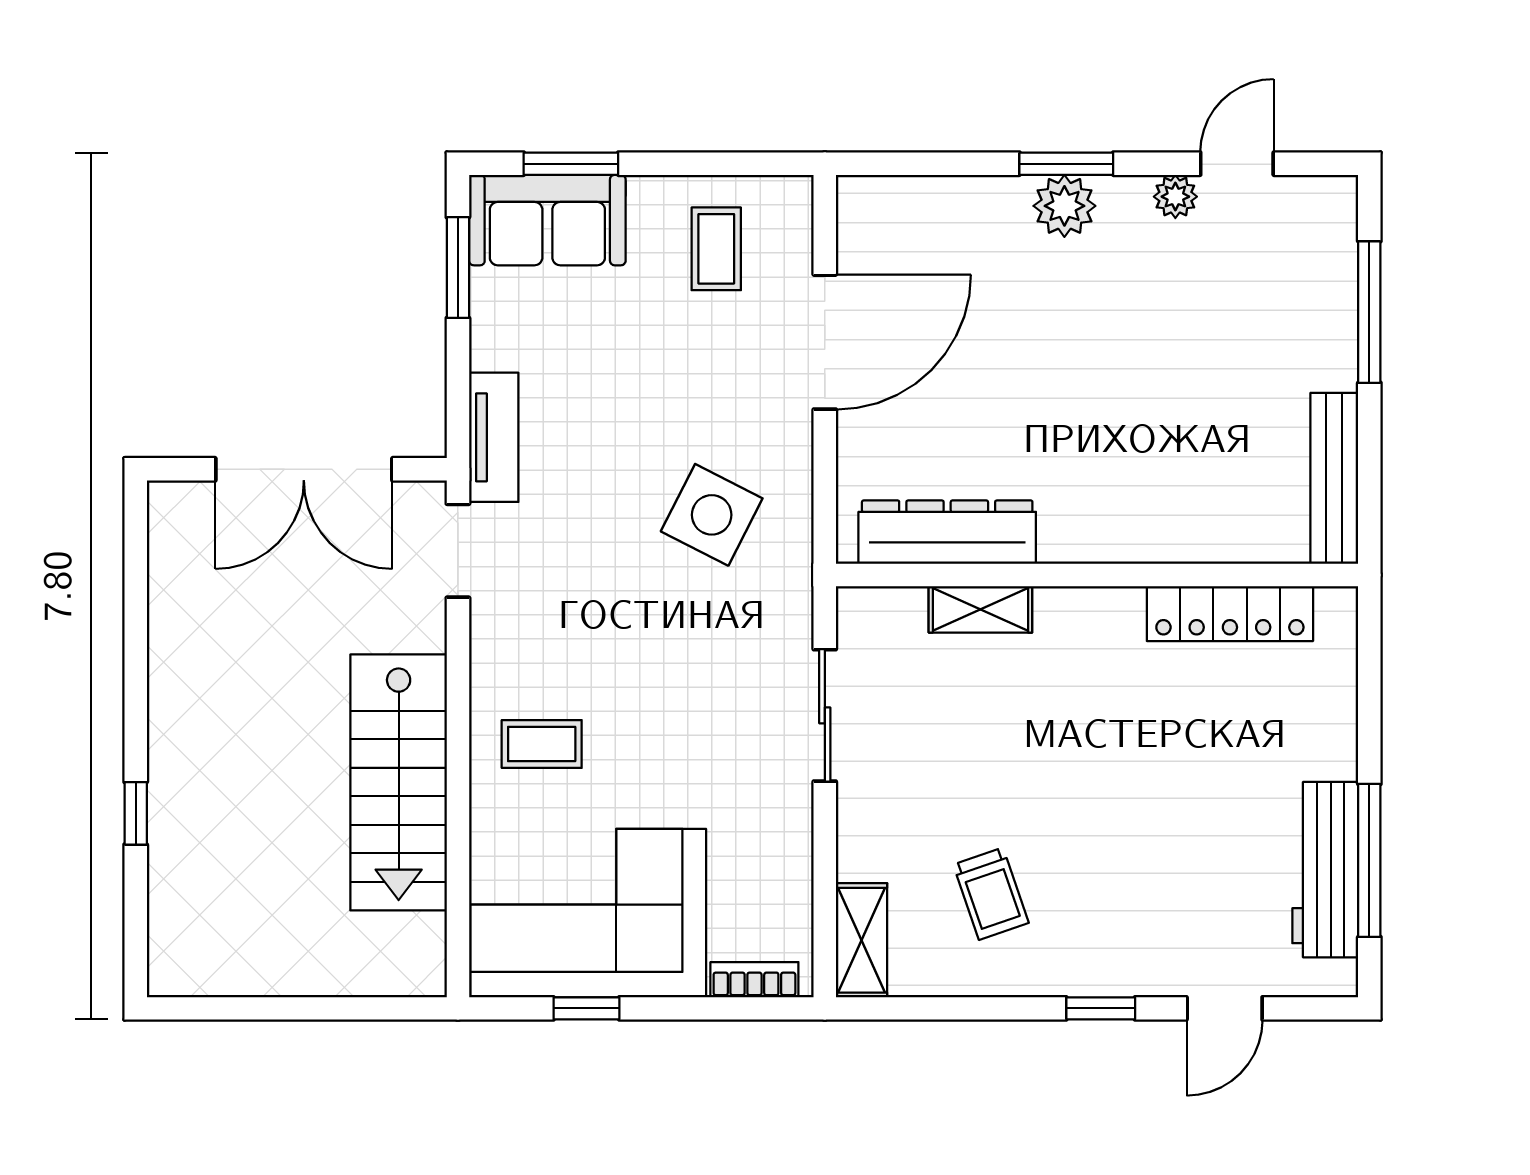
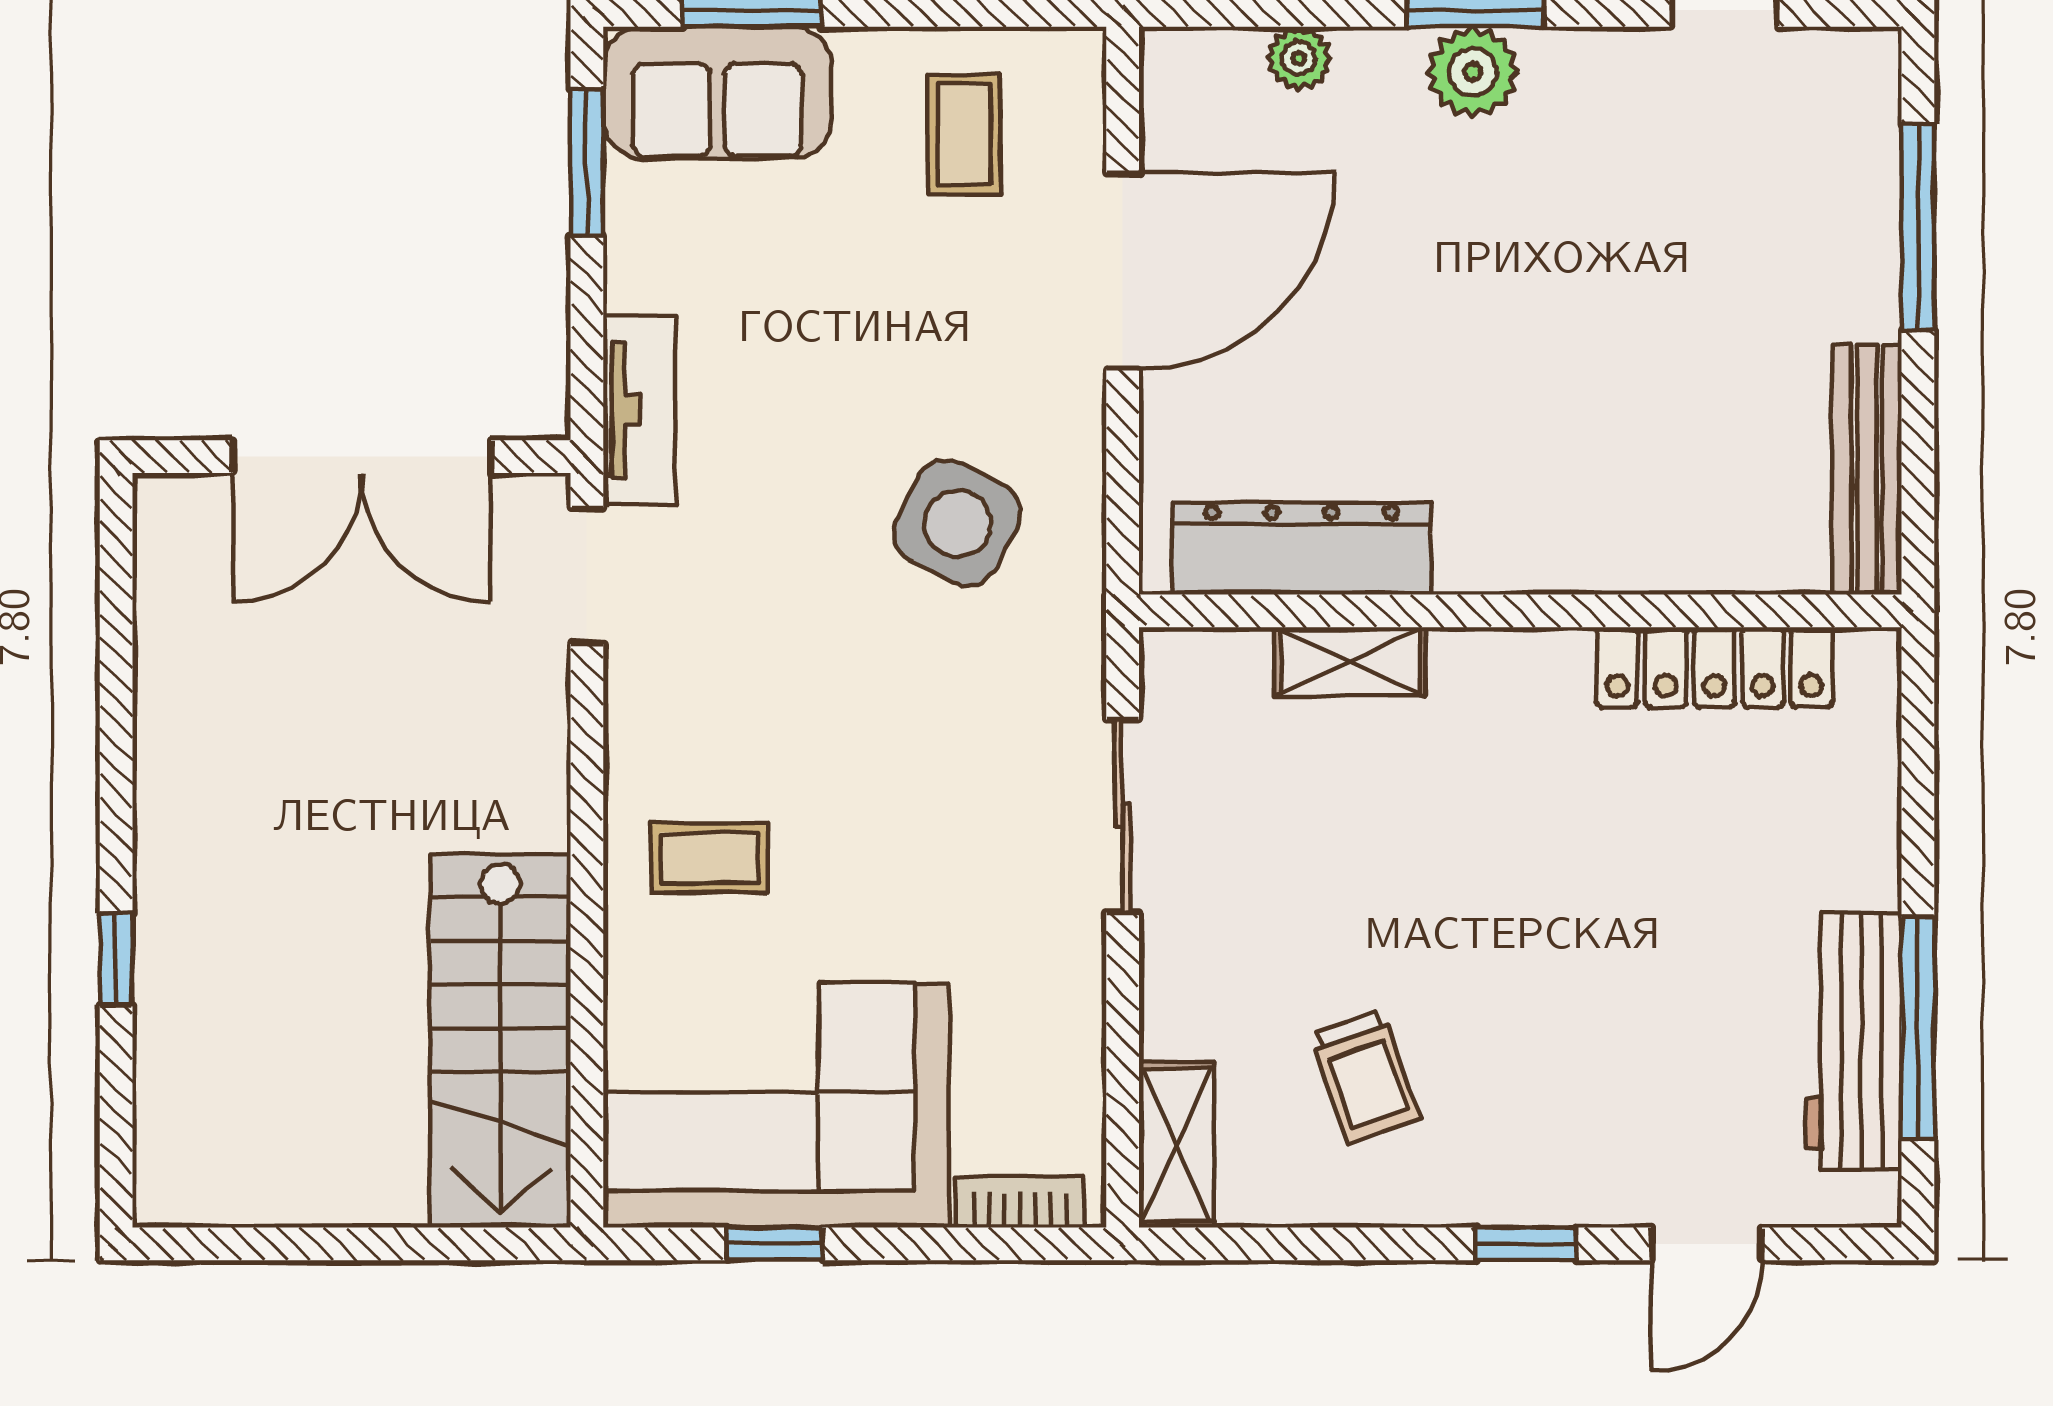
plant: (1175, 197) -> (1299, 58), moved
stairs: (399, 782) -> (500, 1041), moved

